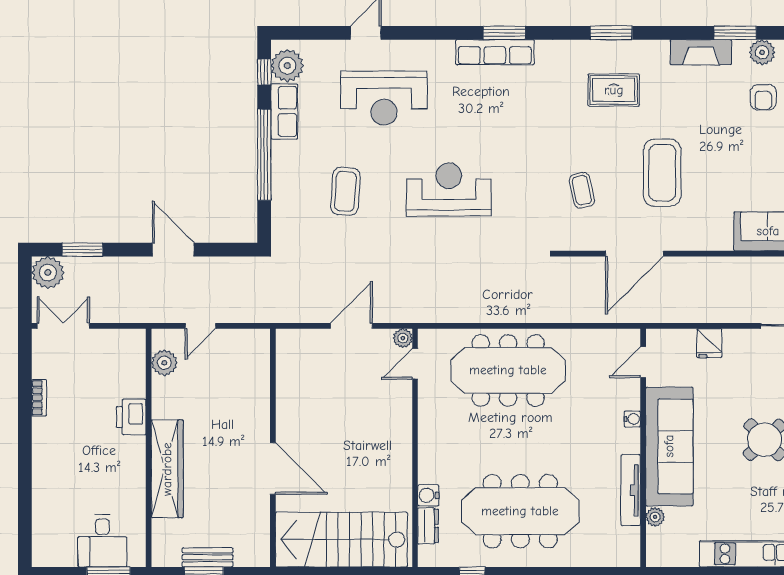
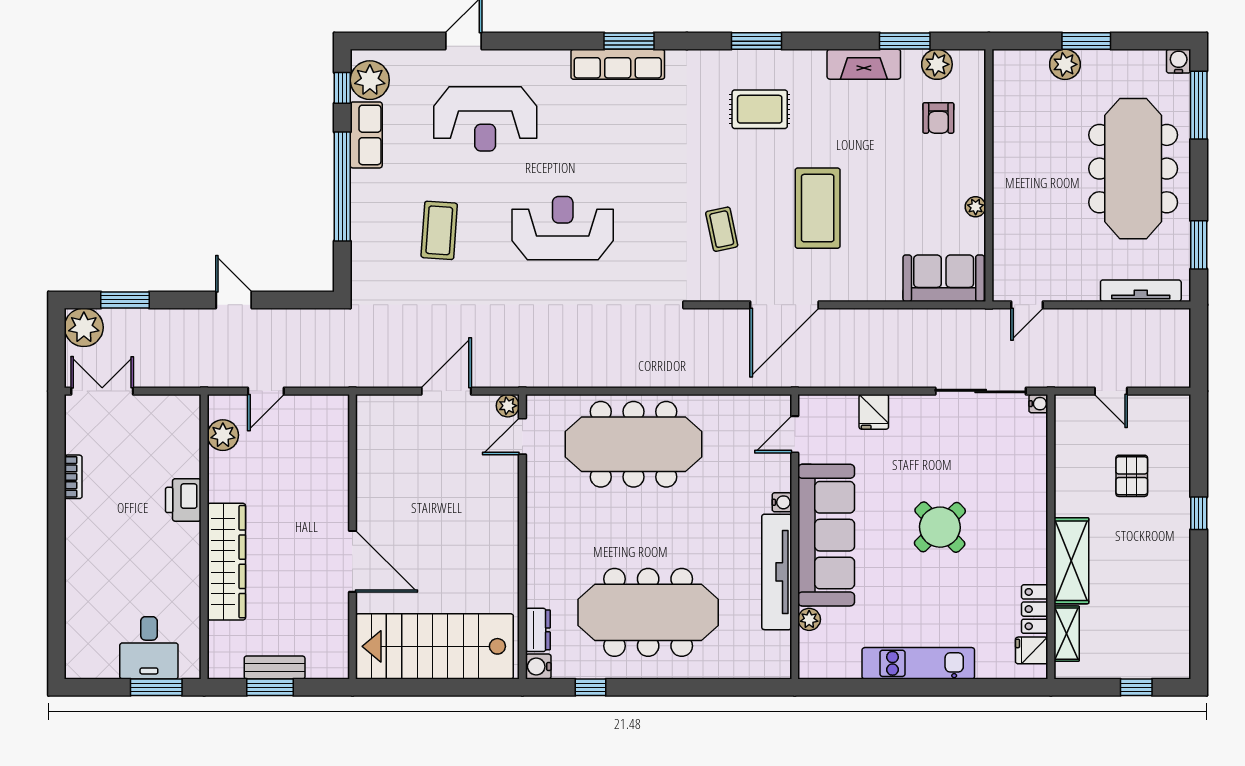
door: (173, 250) -> (234, 300), width x0.73
tv unit: (631, 490) -> (777, 572), width x1.36, depth x1.29
water cooler: (428, 495) -> (538, 666), moved

